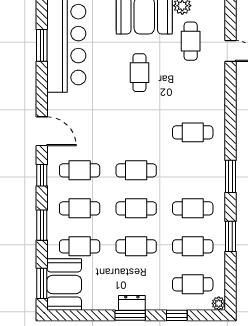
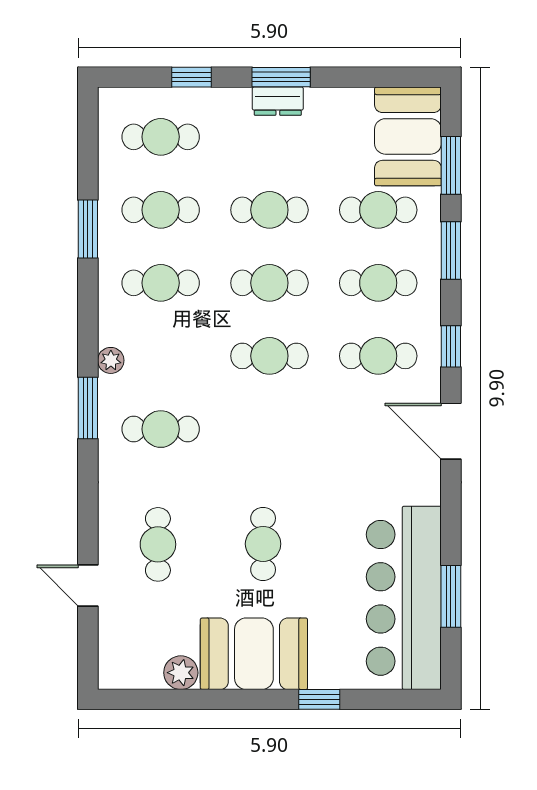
cafe table: (191, 41) -> (158, 544), moved
window: (231, 176) -> (88, 408), moved
window: (42, 283) -> (451, 165), moved
plant: (219, 303) -> (111, 360), moved

